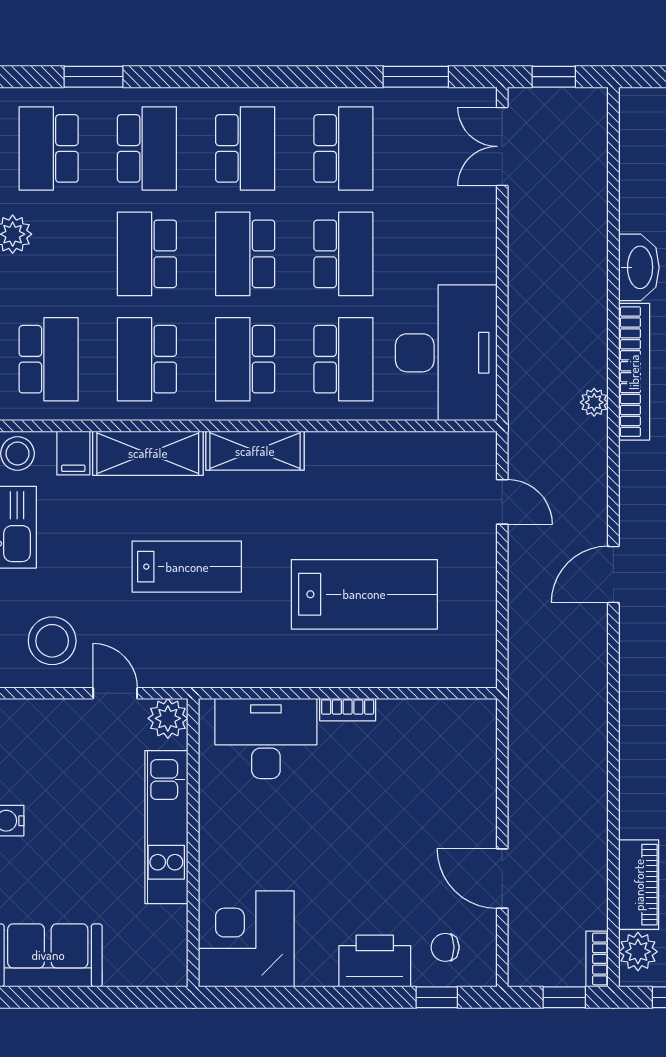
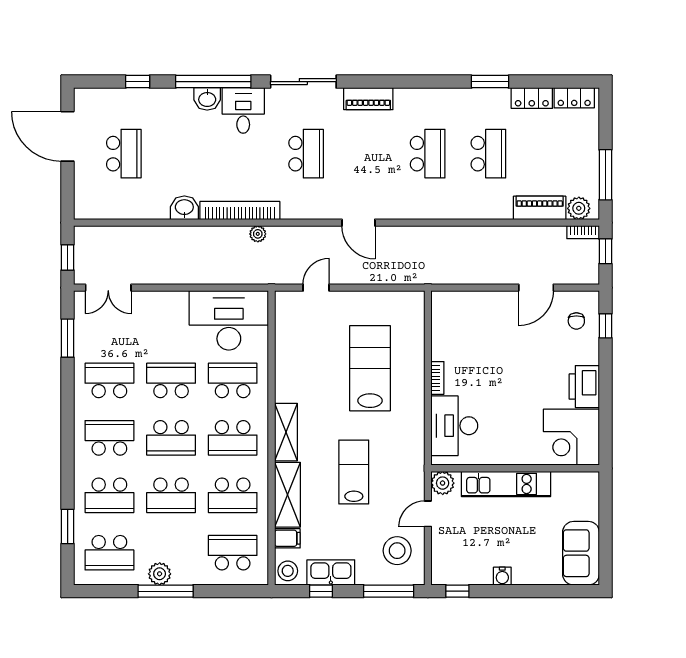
school desk: (147, 148) -> (109, 495), turned 180
washbasin: (639, 267) -> (184, 208), width x0.72
printer: (375, 961) -> (584, 387), moved

